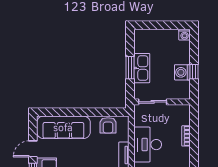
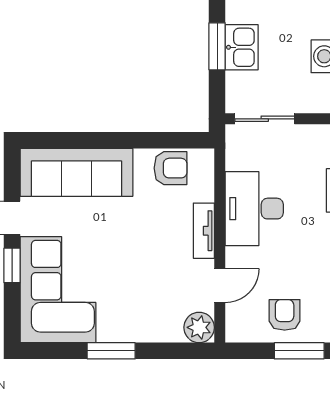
kitchen sink: (142, 68) -> (242, 47), width x0.73
armchair: (108, 125) -> (171, 168), turned -90

